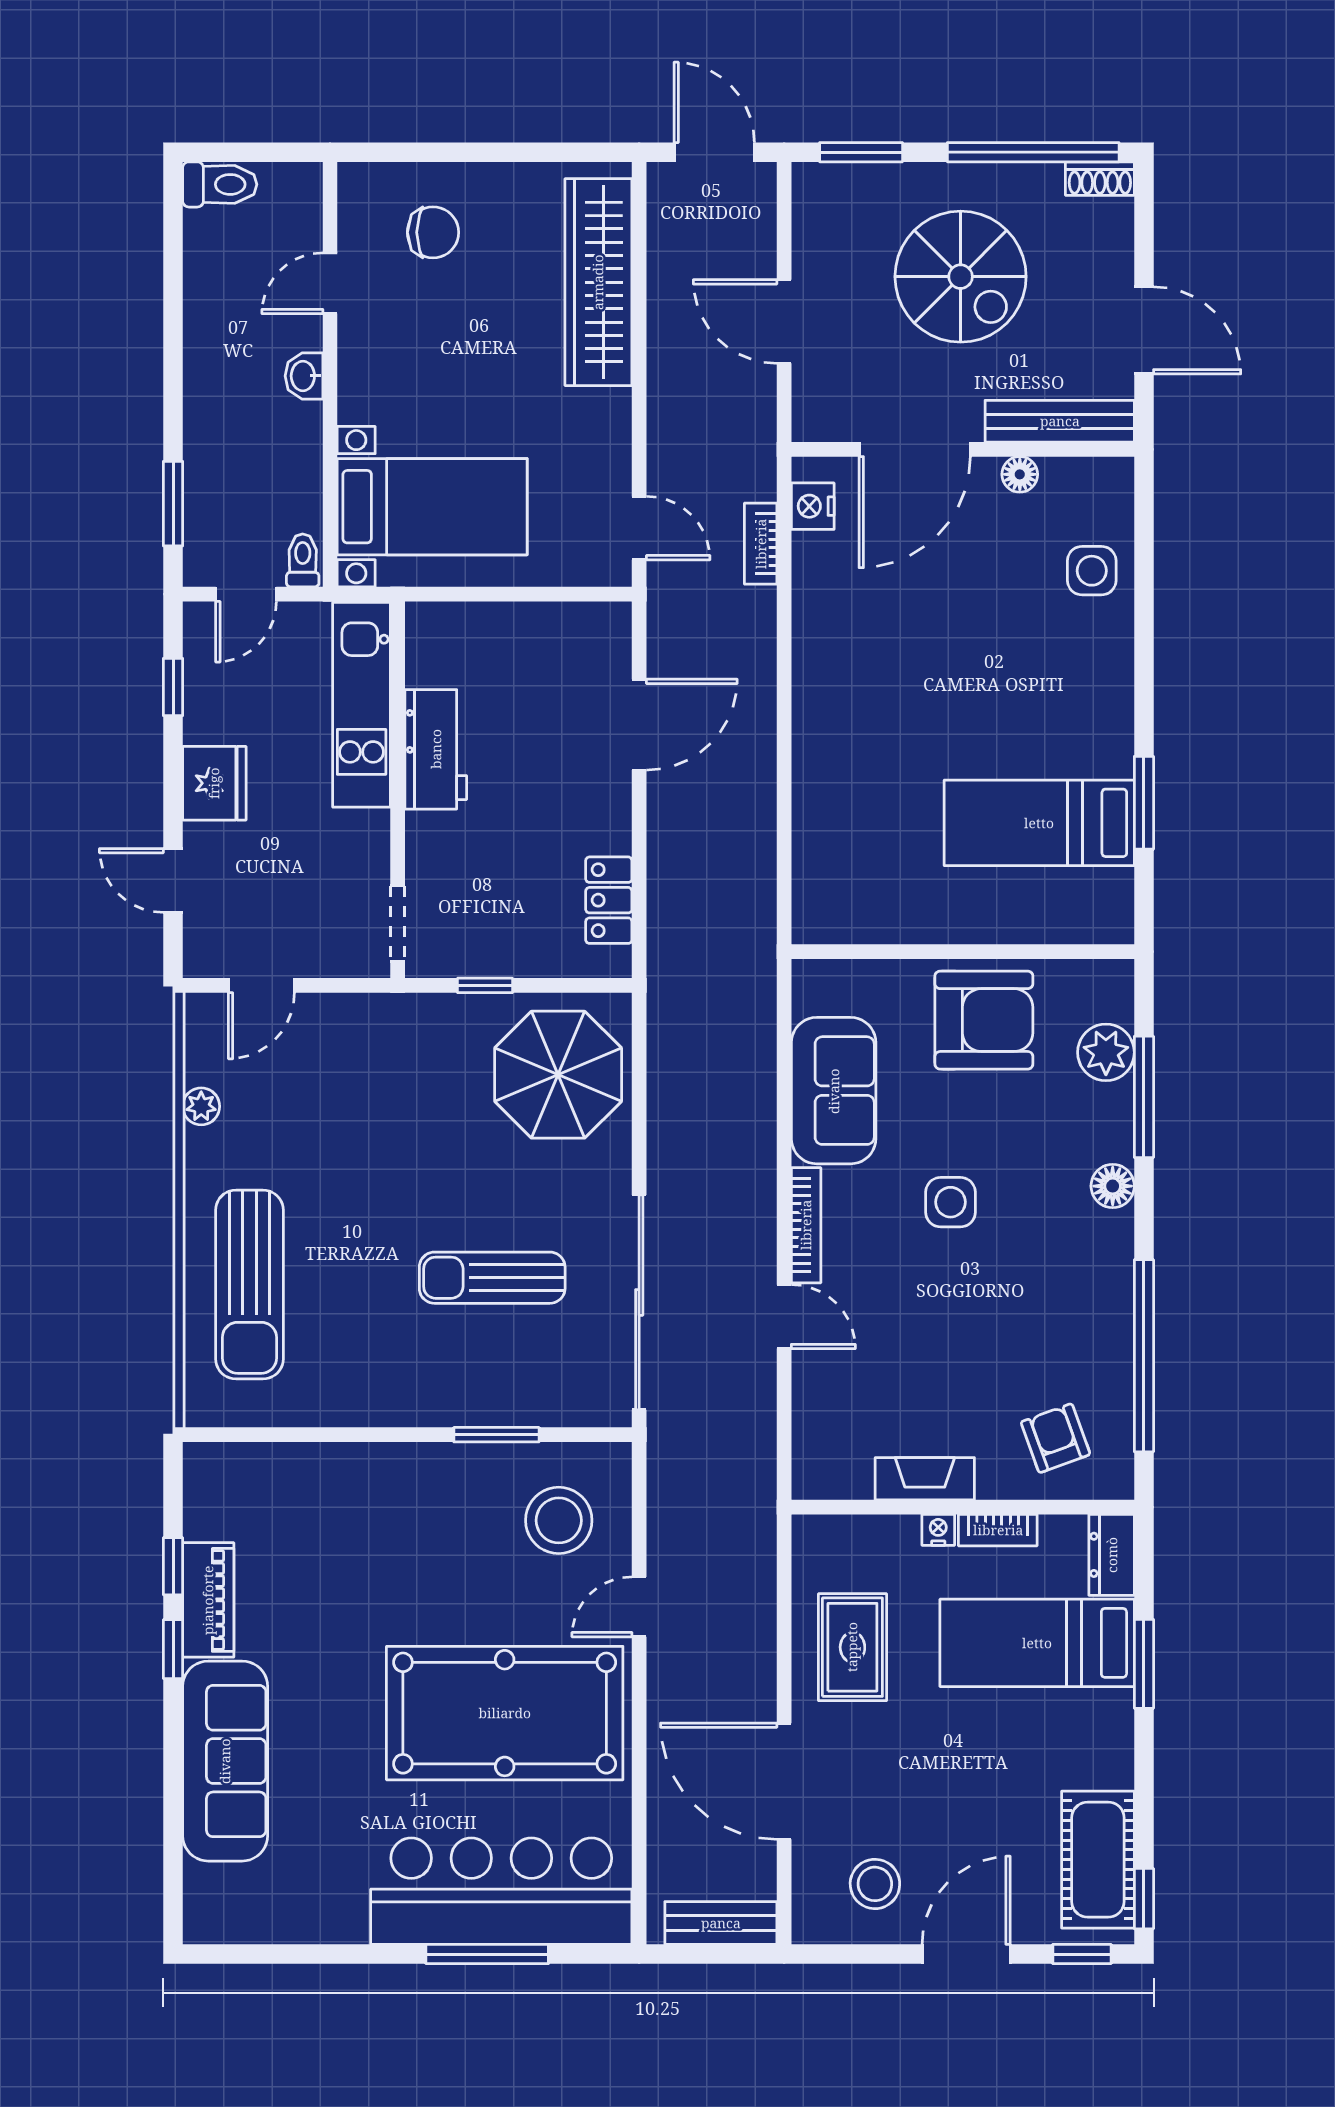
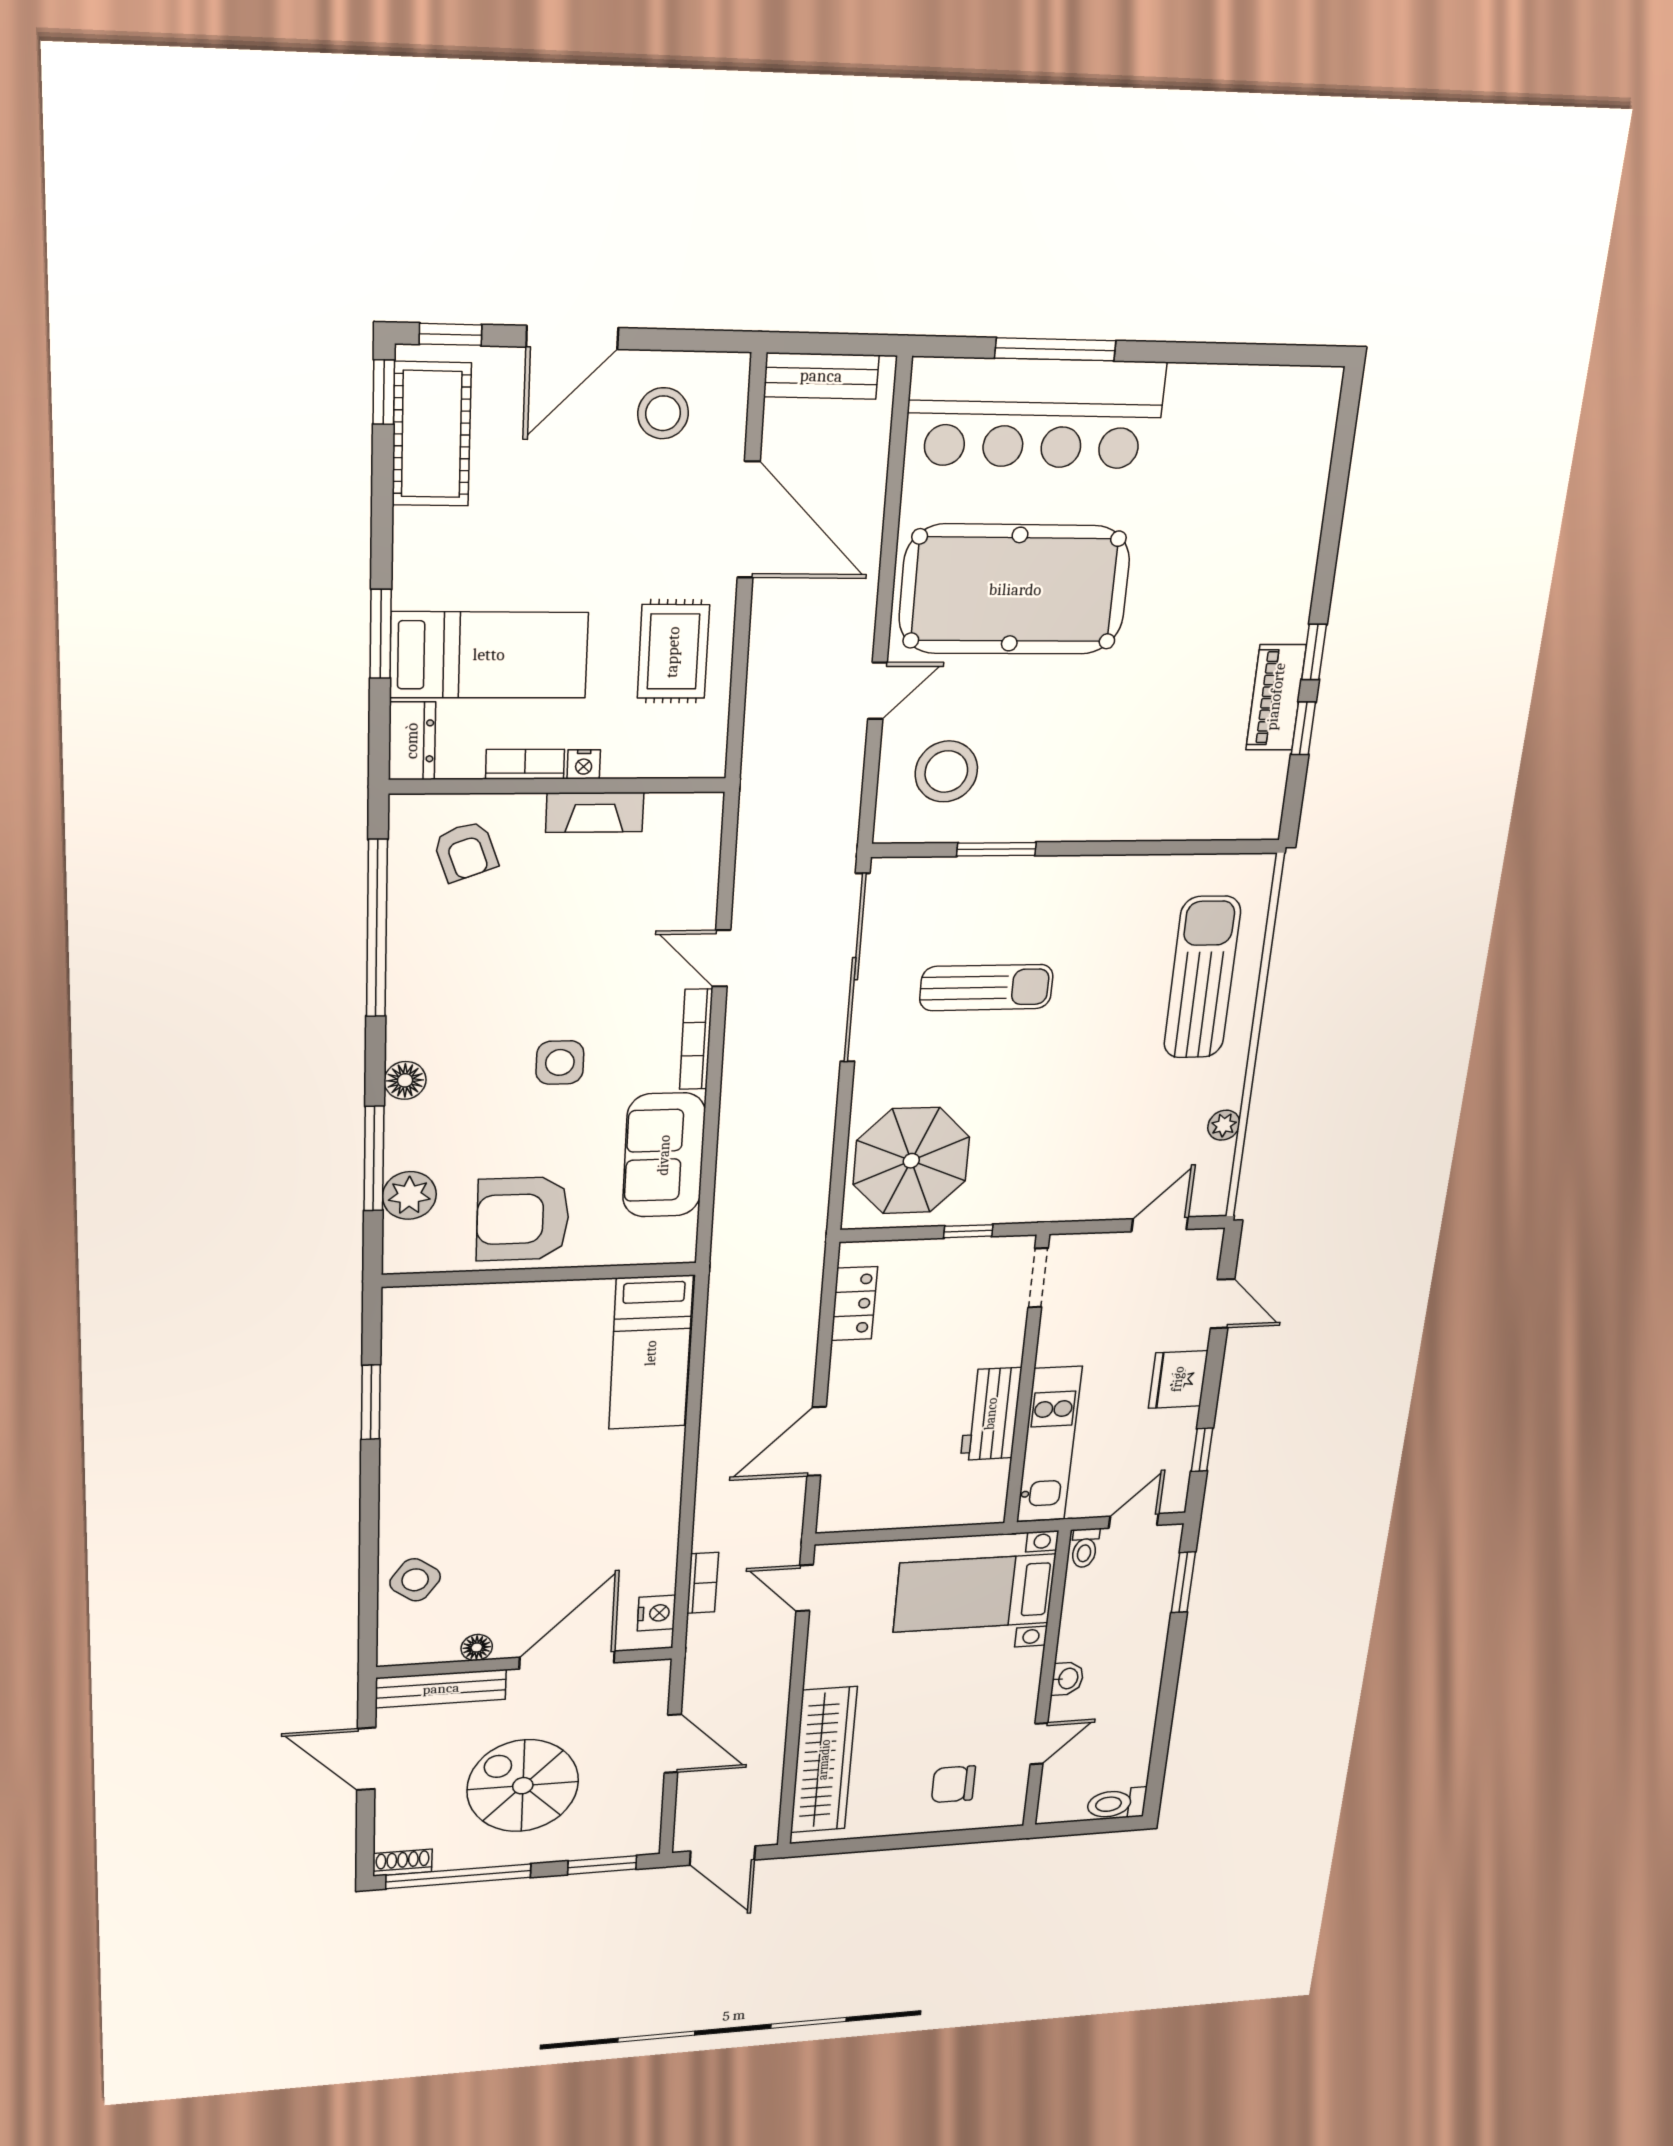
side table: (1092, 571) -> (415, 1580), turned 36
bed: (1039, 823) -> (651, 1353), moved, turned 90
sofa: (225, 1761) -> (1281, 546), removed

